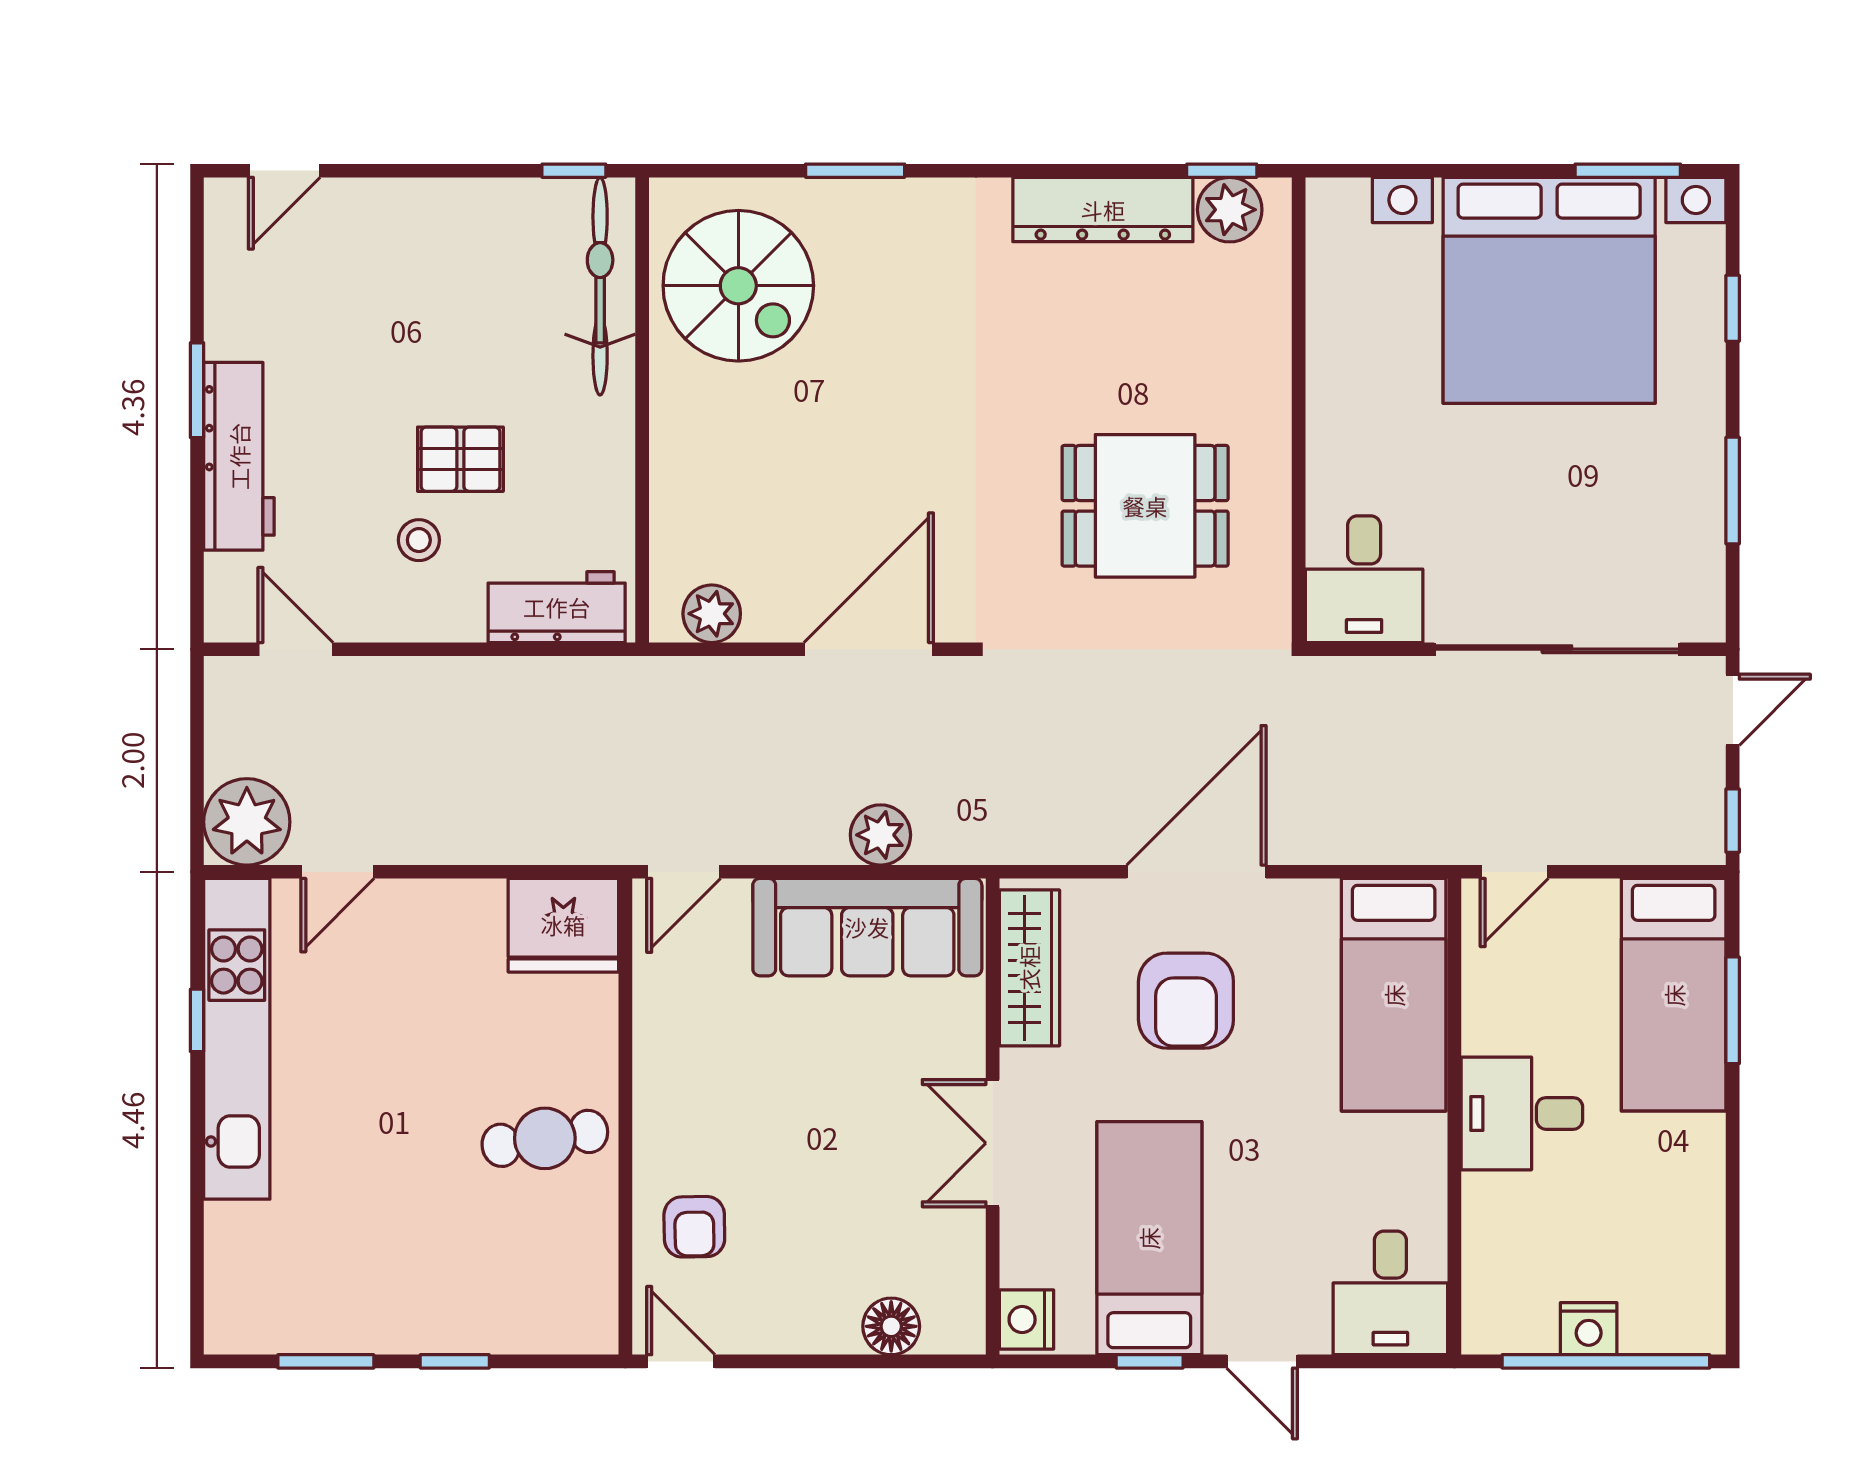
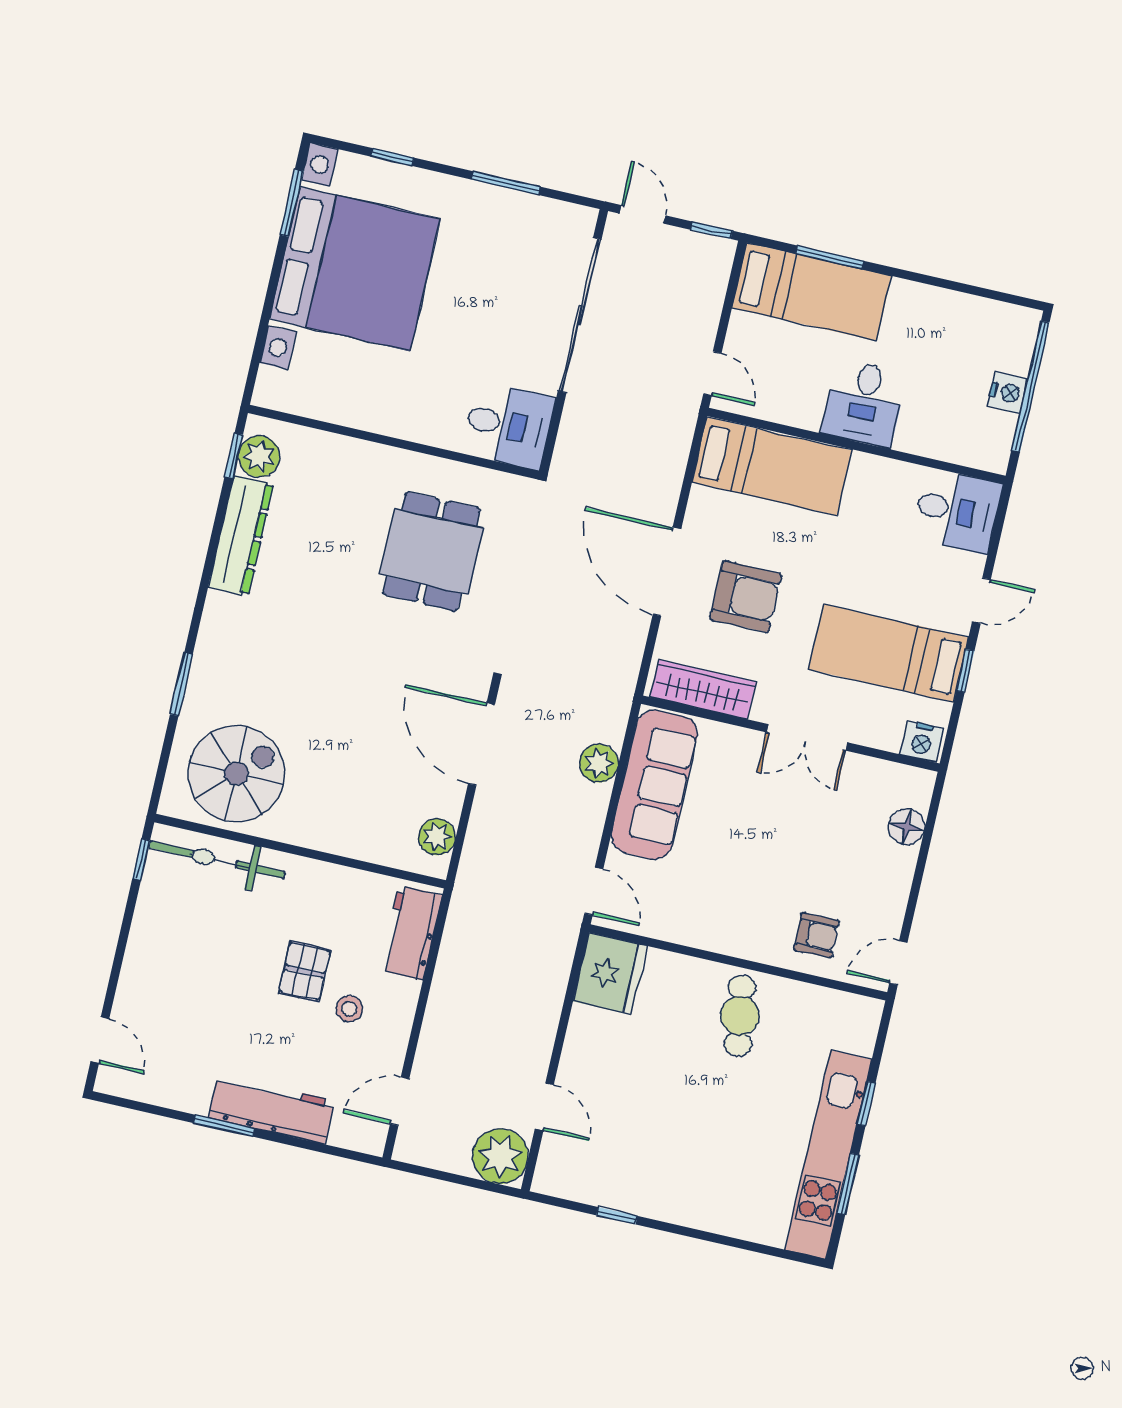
kitchen unit: (237, 1039) -> (828, 1155), moved, turned -90

